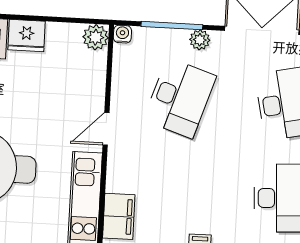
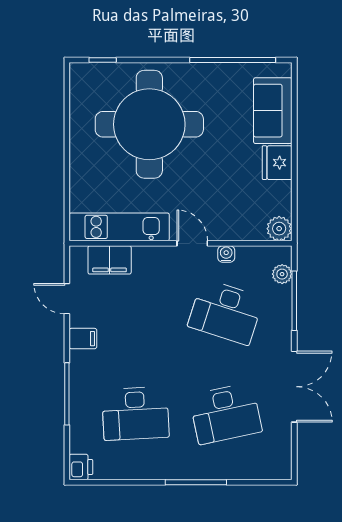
water cooler: (122, 34) -> (226, 254), moved, turned -90
plant: (200, 40) -> (282, 274), moved

